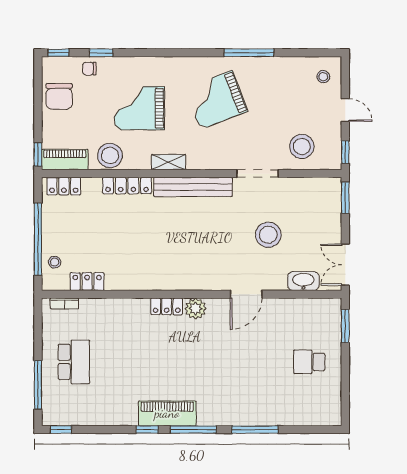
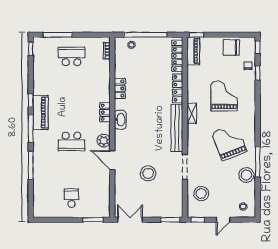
stool: (110, 155) -> (246, 175), moved
locker: (64, 186) -> (177, 56), width x1.53
washbasin: (303, 281) -> (120, 120), moved
locker: (87, 282) -> (120, 88), moved
plant: (196, 309) -> (104, 141), moved
school desk: (74, 362) -> (72, 56), turned 180
school desk: (215, 362) -> (72, 141), added

